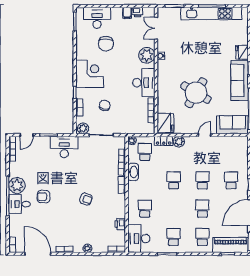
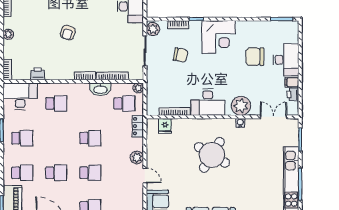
desk: (97, 18) -> (286, 60), moved
round table: (196, 93) -> (212, 155), moved
fridge: (166, 123) -> (165, 126), width x0.53, depth x0.75
plant: (179, 142) -> (137, 157), moved

